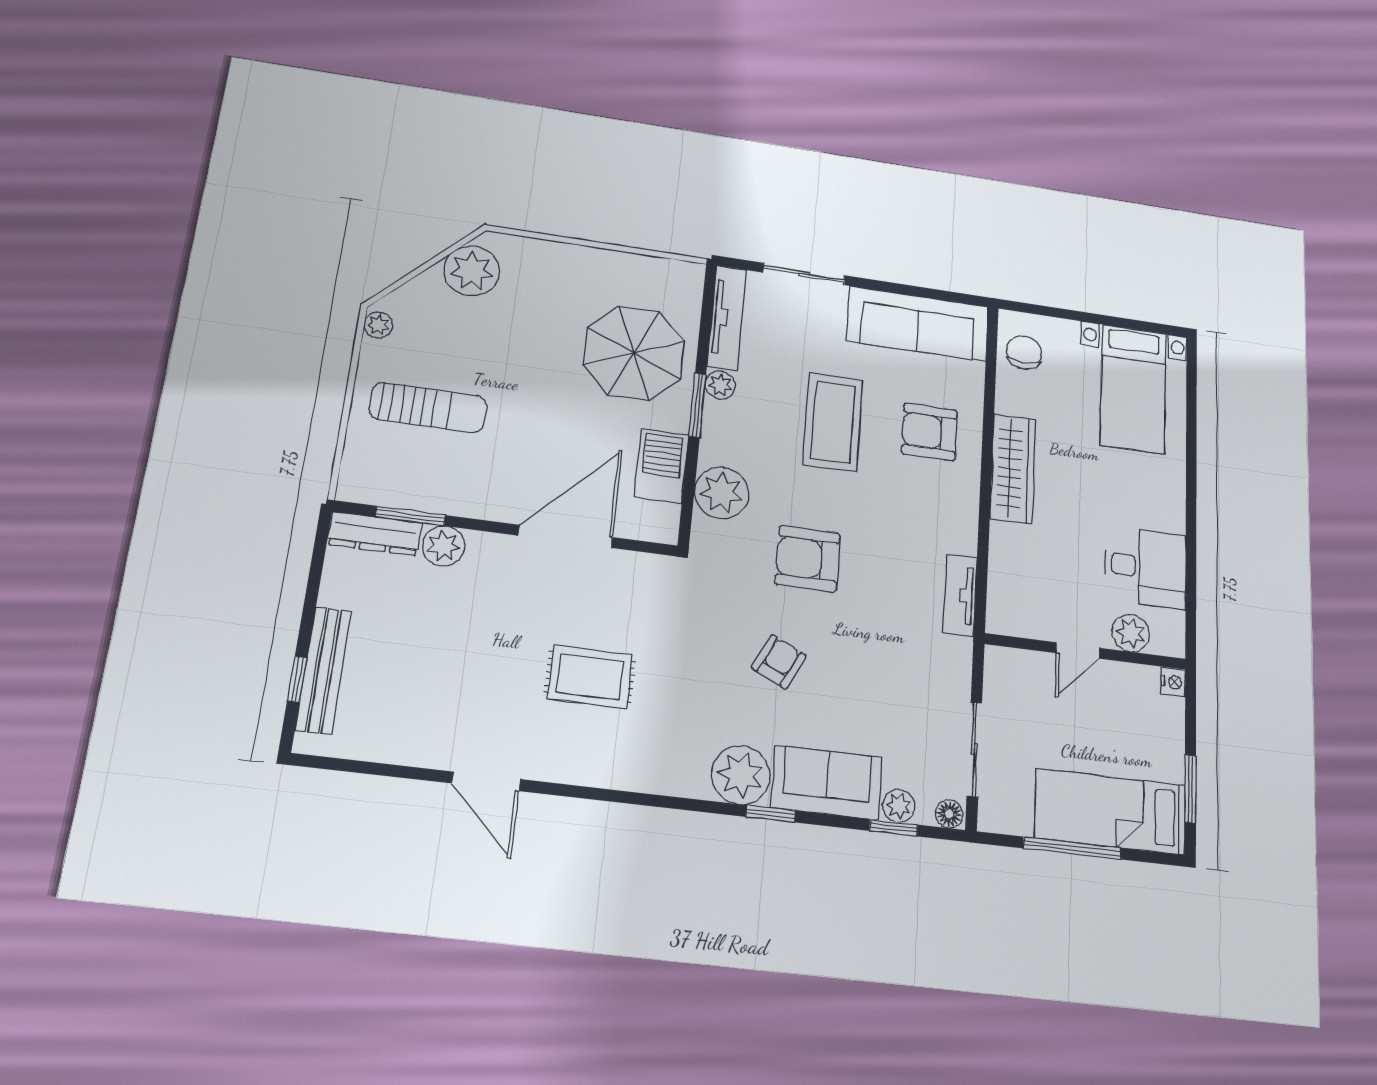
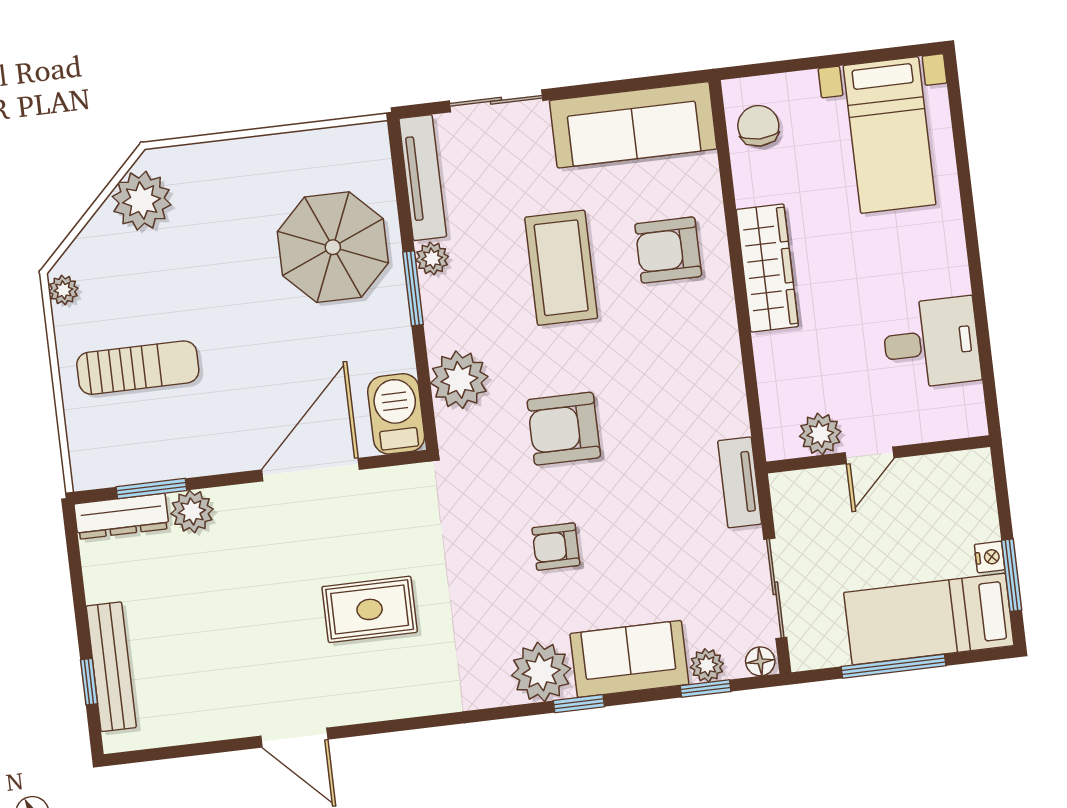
barbecue: (661, 466) -> (396, 414), moved
tv unit: (960, 595) -> (740, 482), moved
plant: (1131, 633) -> (820, 434), moved
armchair: (779, 662) -> (556, 547), turned -116
nightstand: (1173, 682) -> (990, 557), moved

